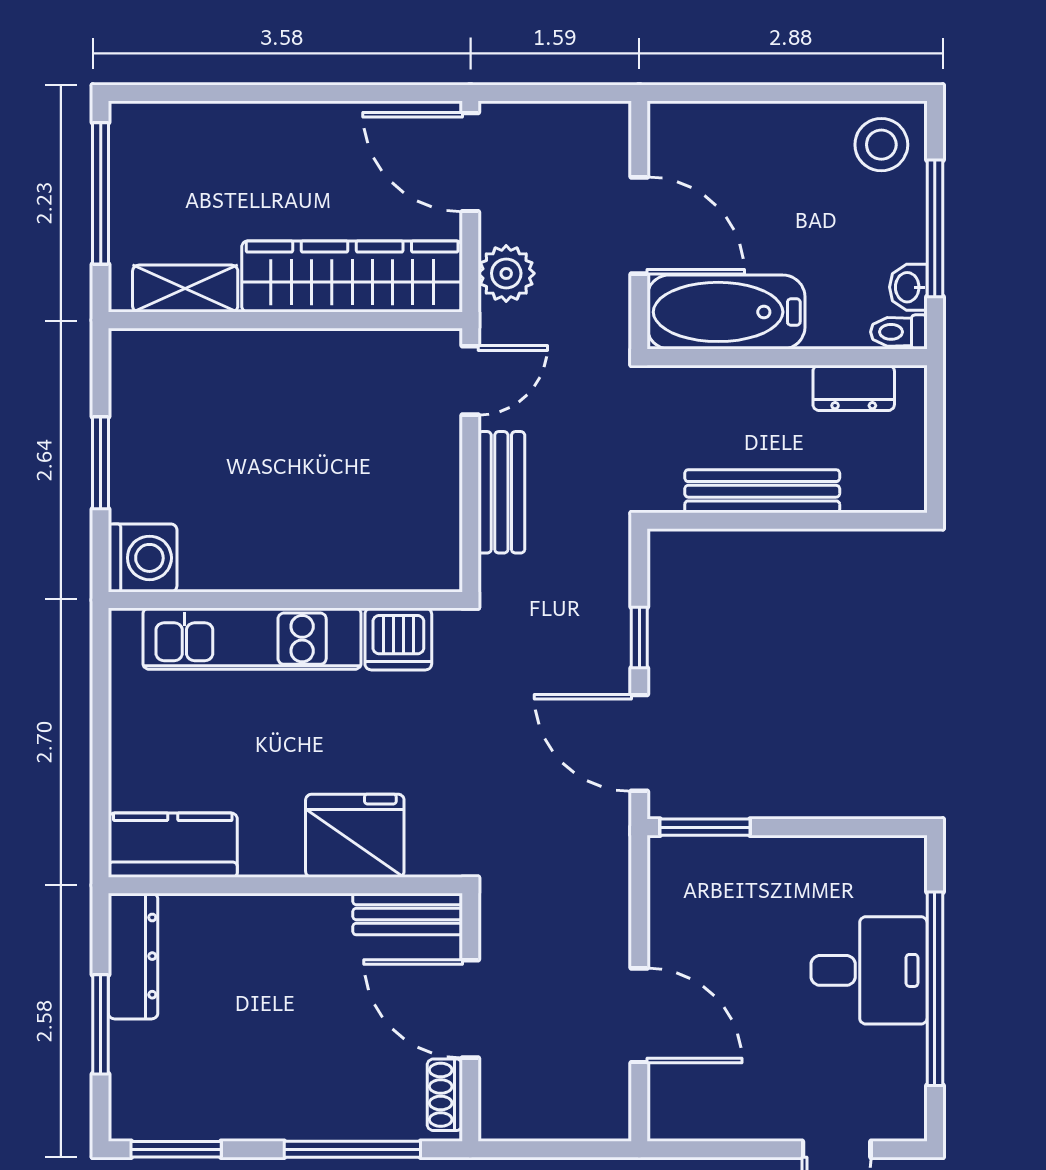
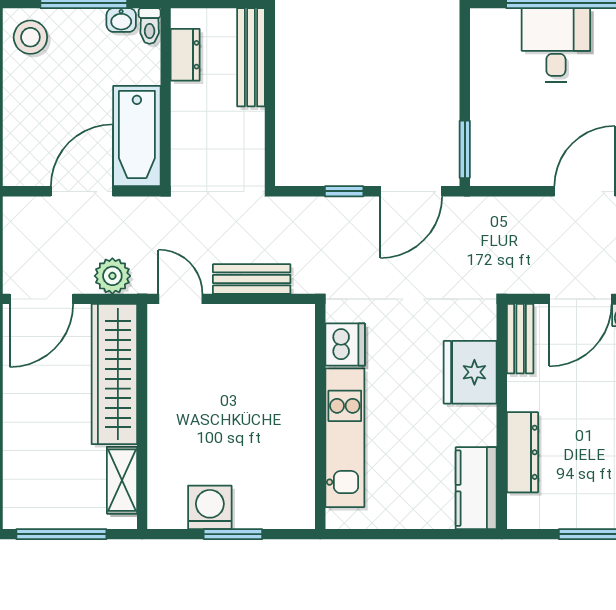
bench: (762, 491) -> (251, 57), moved
washing machine: (143, 558) -> (210, 507), moved
dresser: (133, 956) -> (522, 452), moved, turned 90

